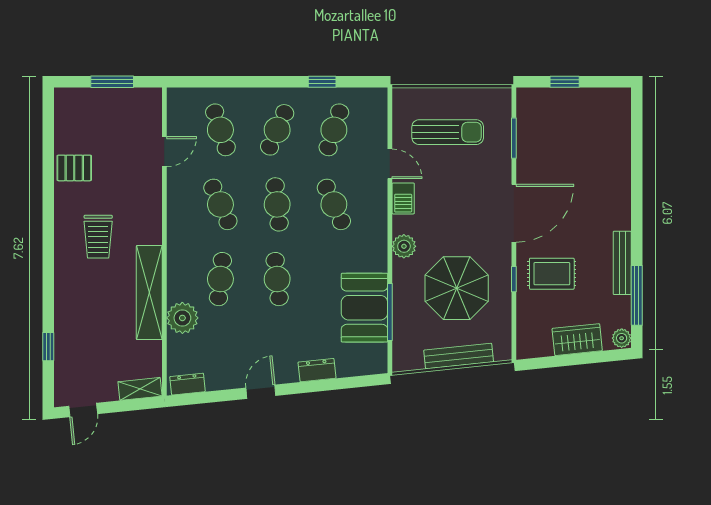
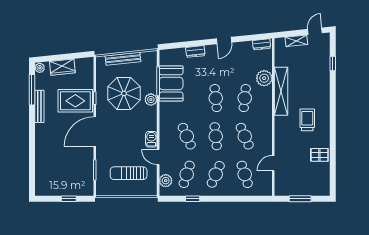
plant: (375, 118) -> (166, 181), added
plant: (404, 246) -> (151, 100), moved
rug: (552, 274) -> (75, 101), width x1.36, depth x1.43
shelving: (140, 389) -> (296, 41), moved

